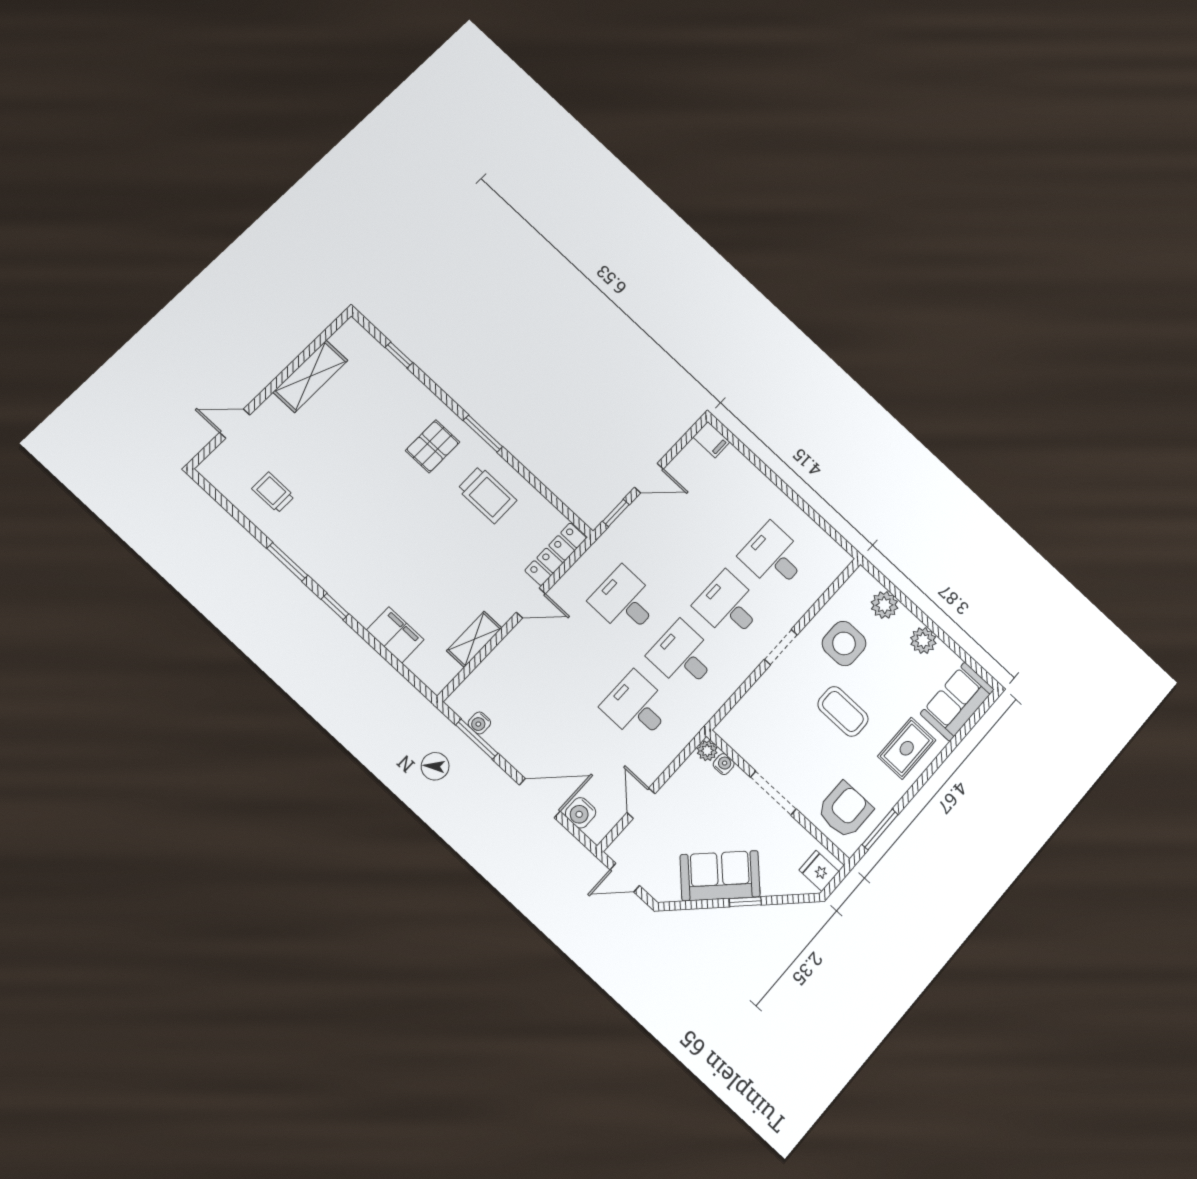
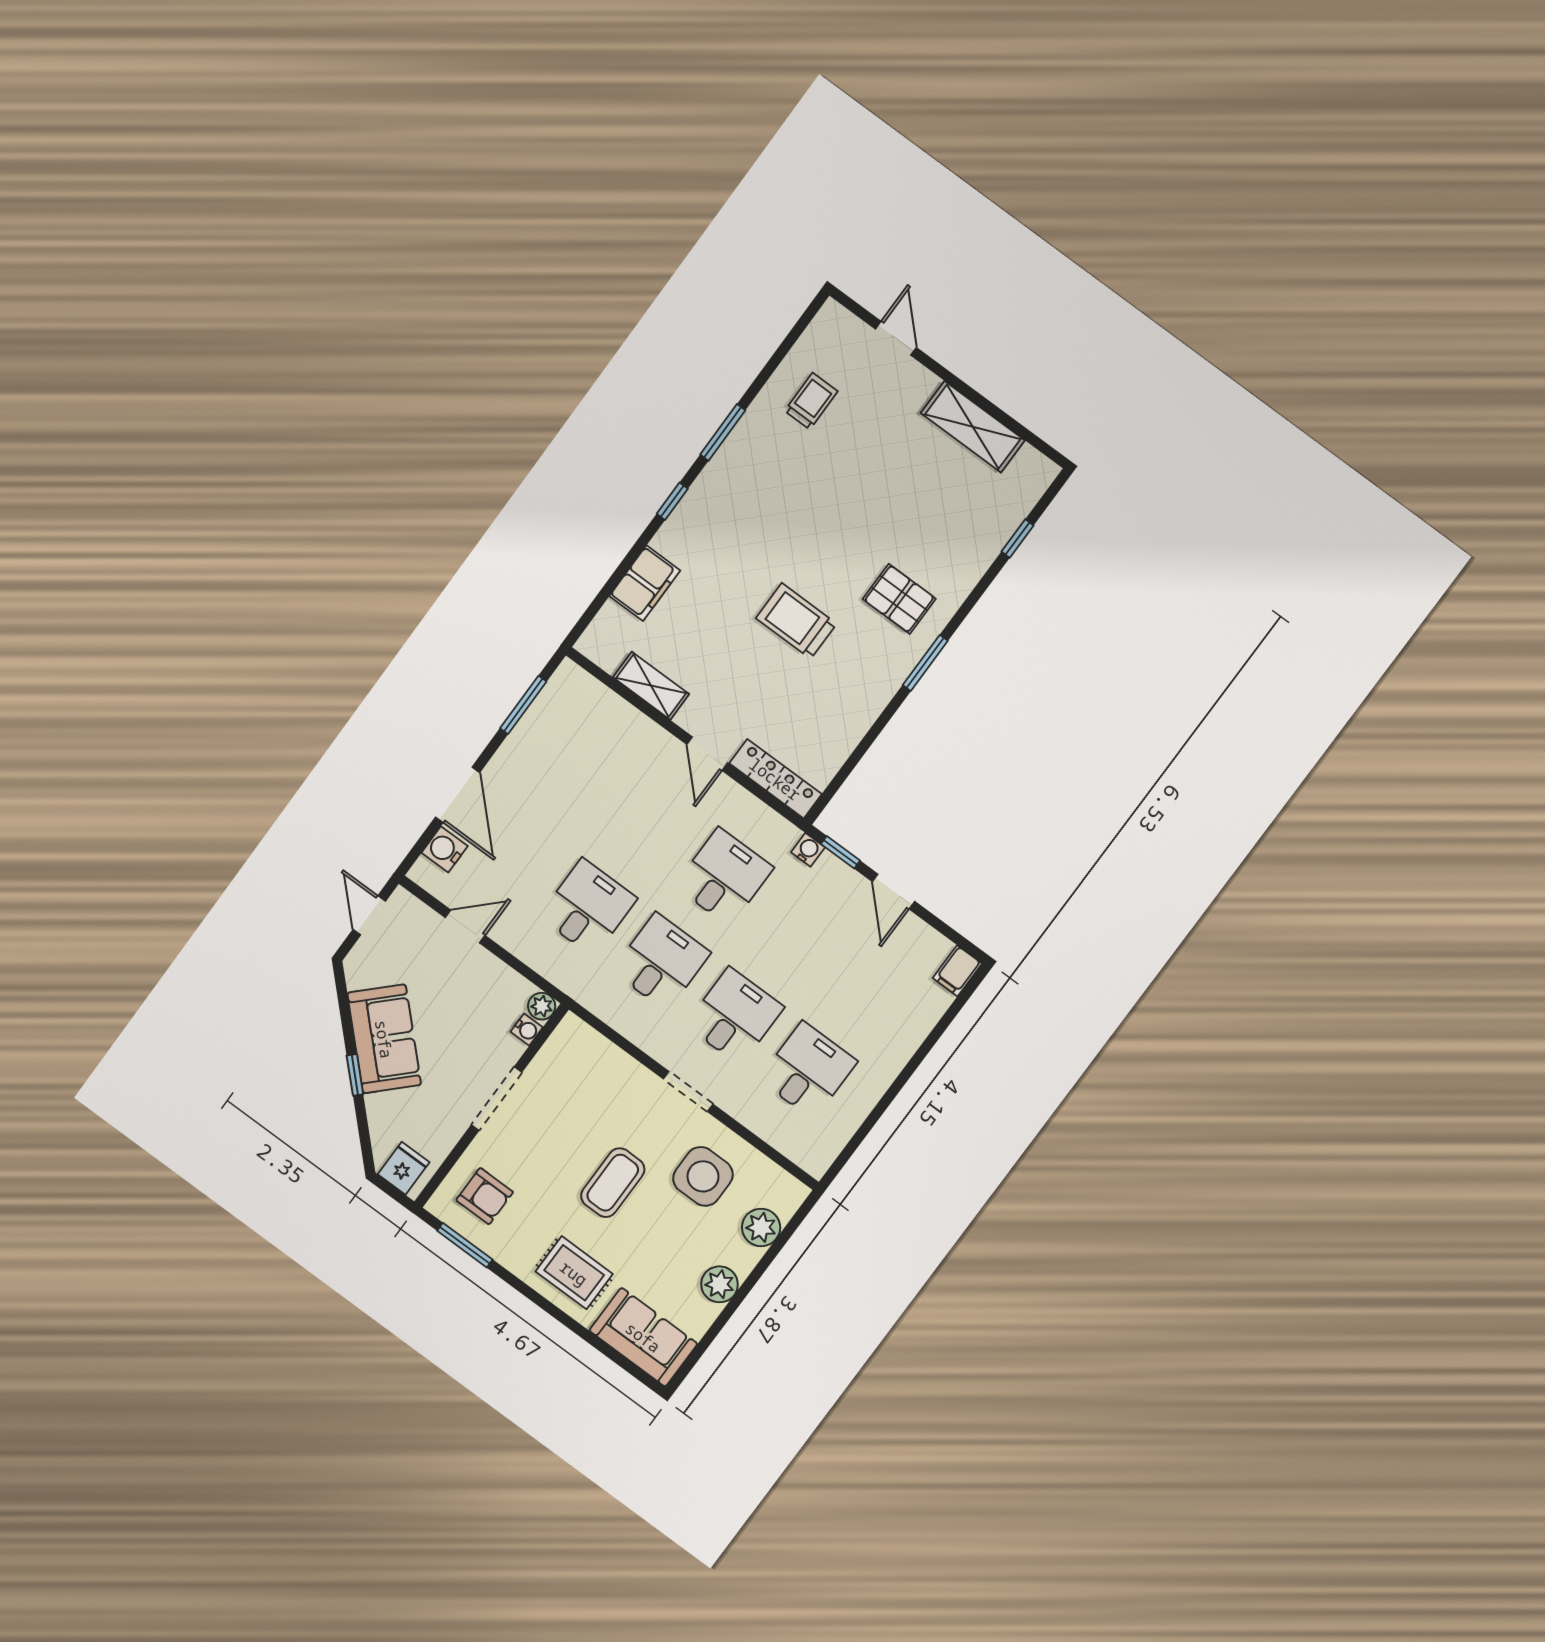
trolley: (487, 495) -> (796, 621), moved, turned 90
water cooler: (479, 723) -> (808, 850), moved, turned 90
armchair: (845, 810) -> (485, 1196), width x0.72, depth x0.72

